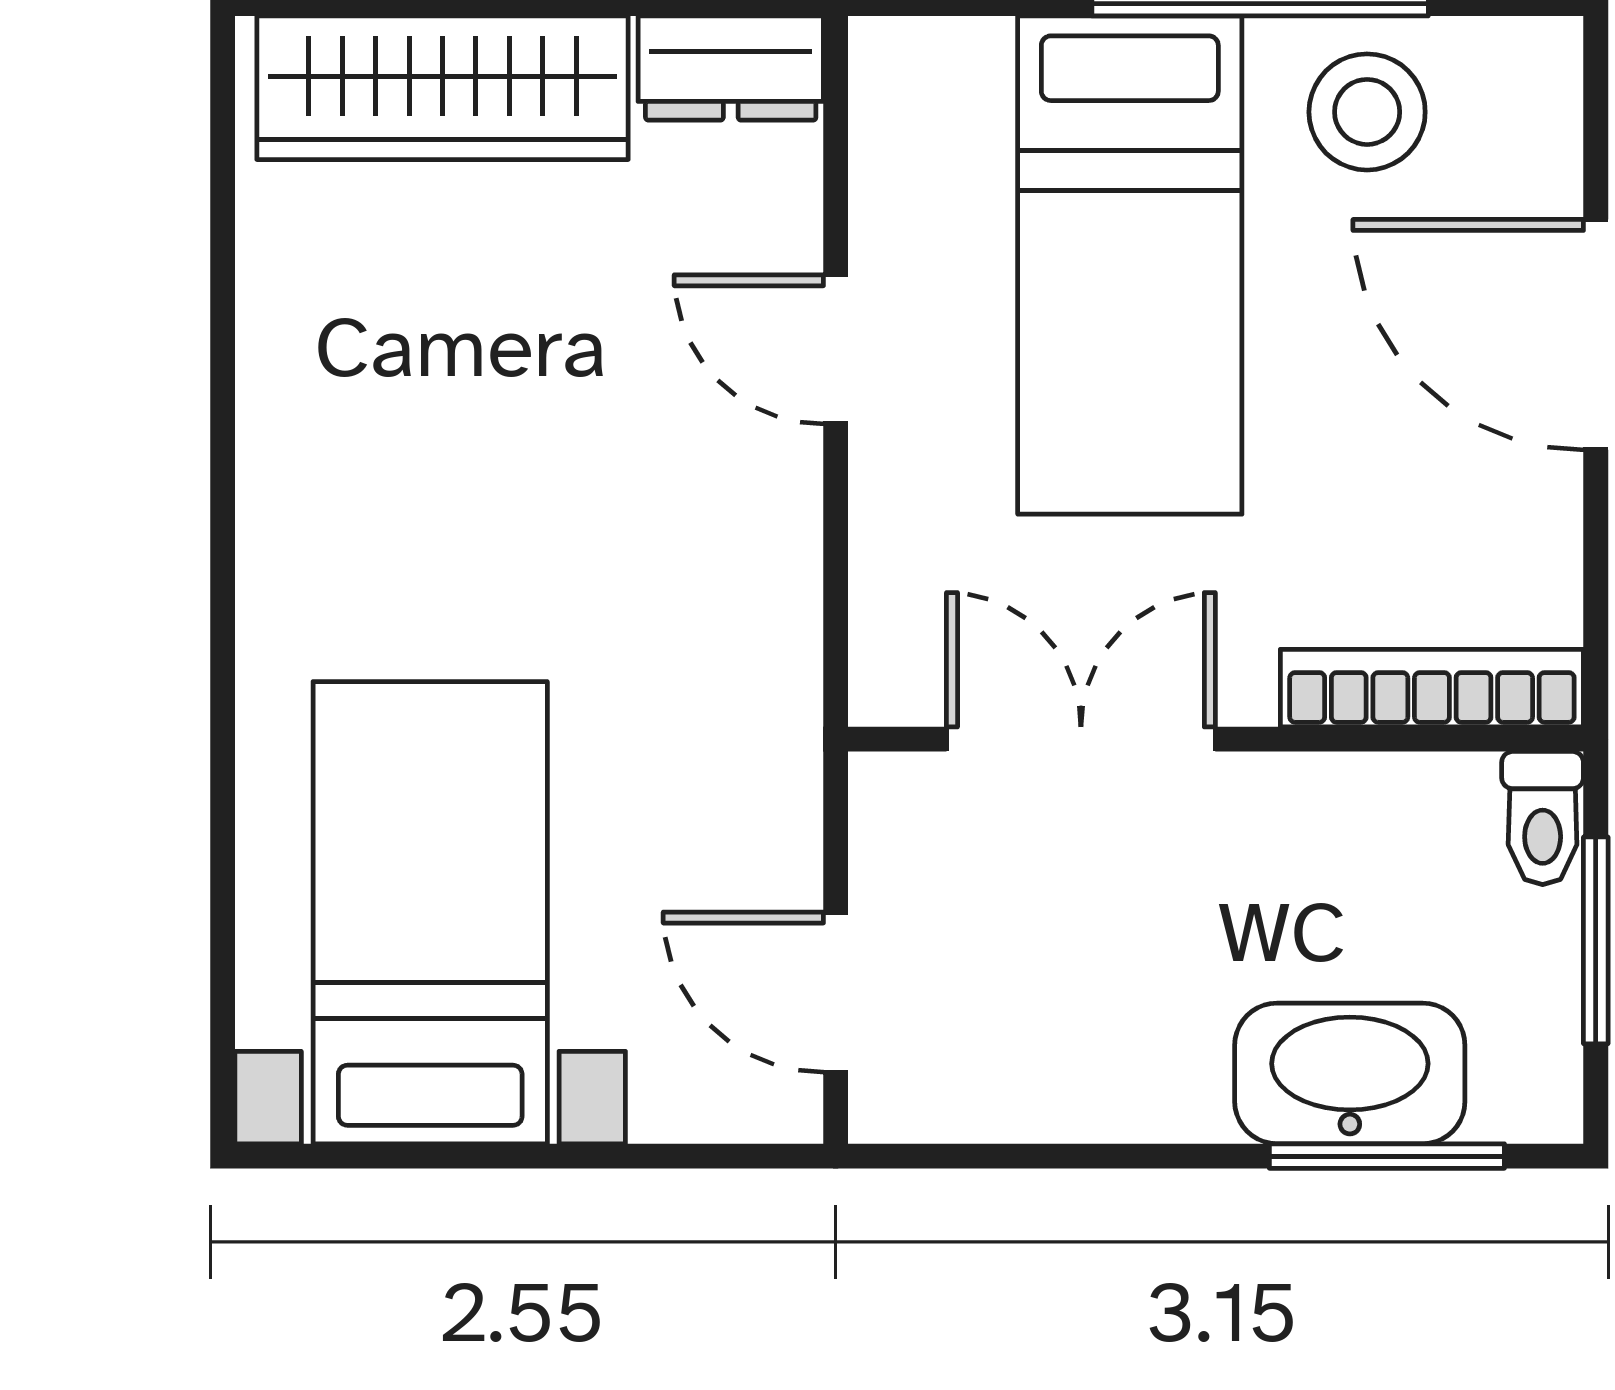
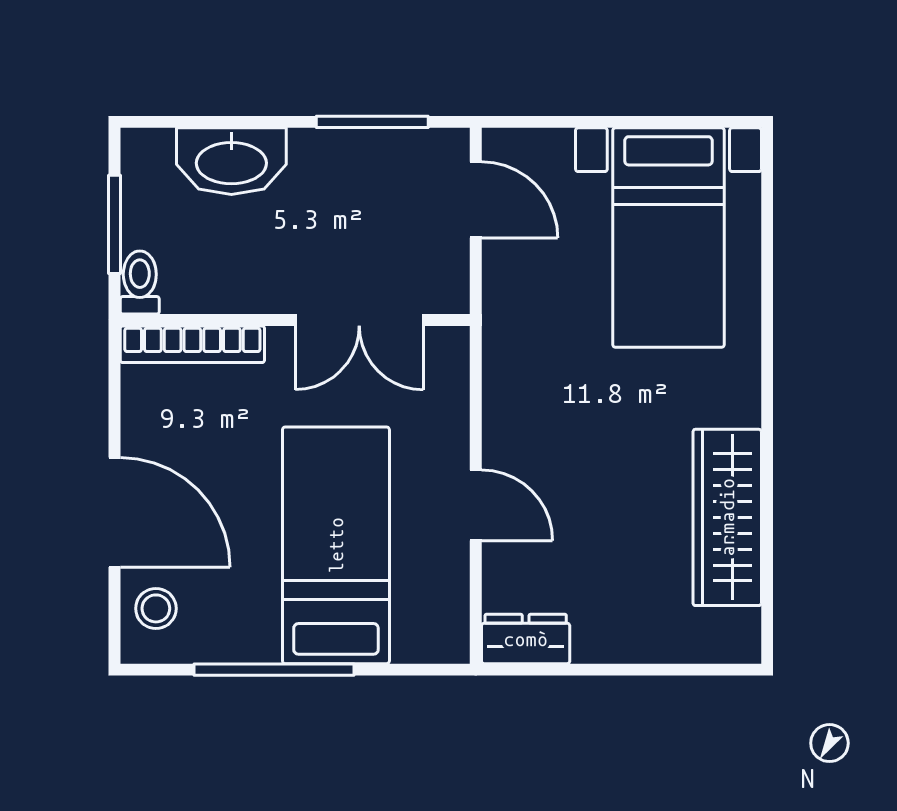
wardrobe: (443, 88) -> (727, 517), moved, turned -90
stool: (1367, 112) -> (156, 608), moved, width x0.73, depth x0.73
window: (1387, 1156) -> (372, 122), moved

